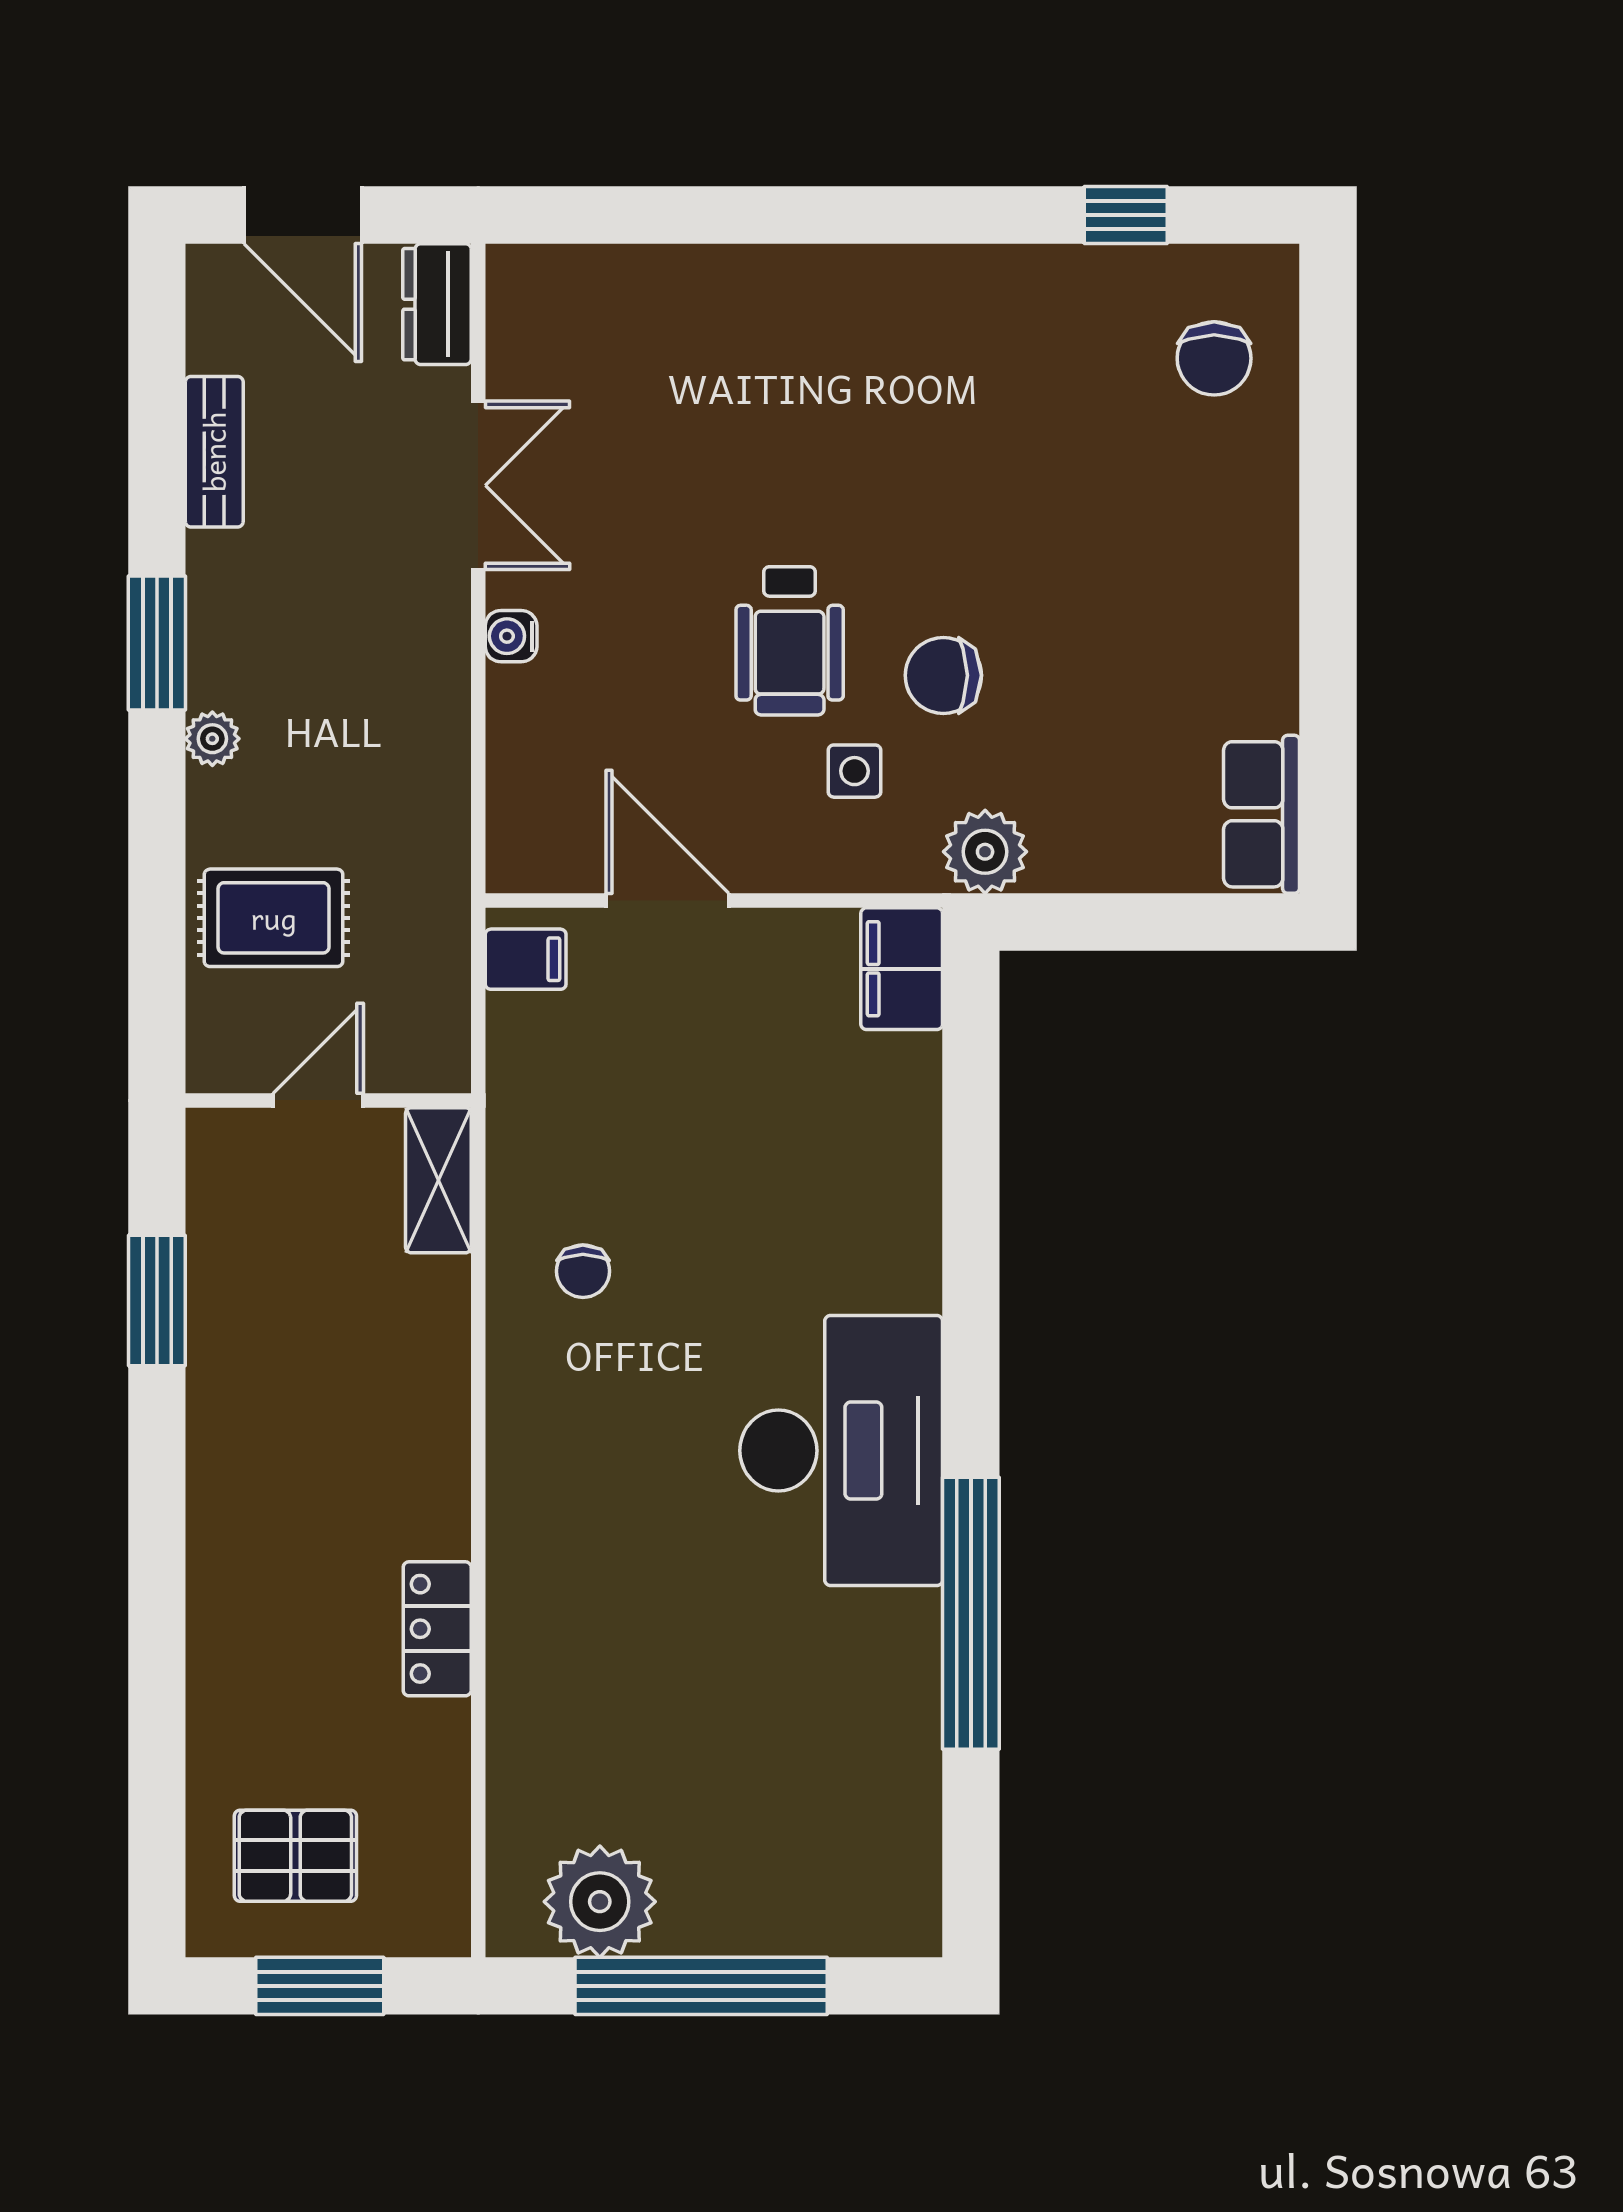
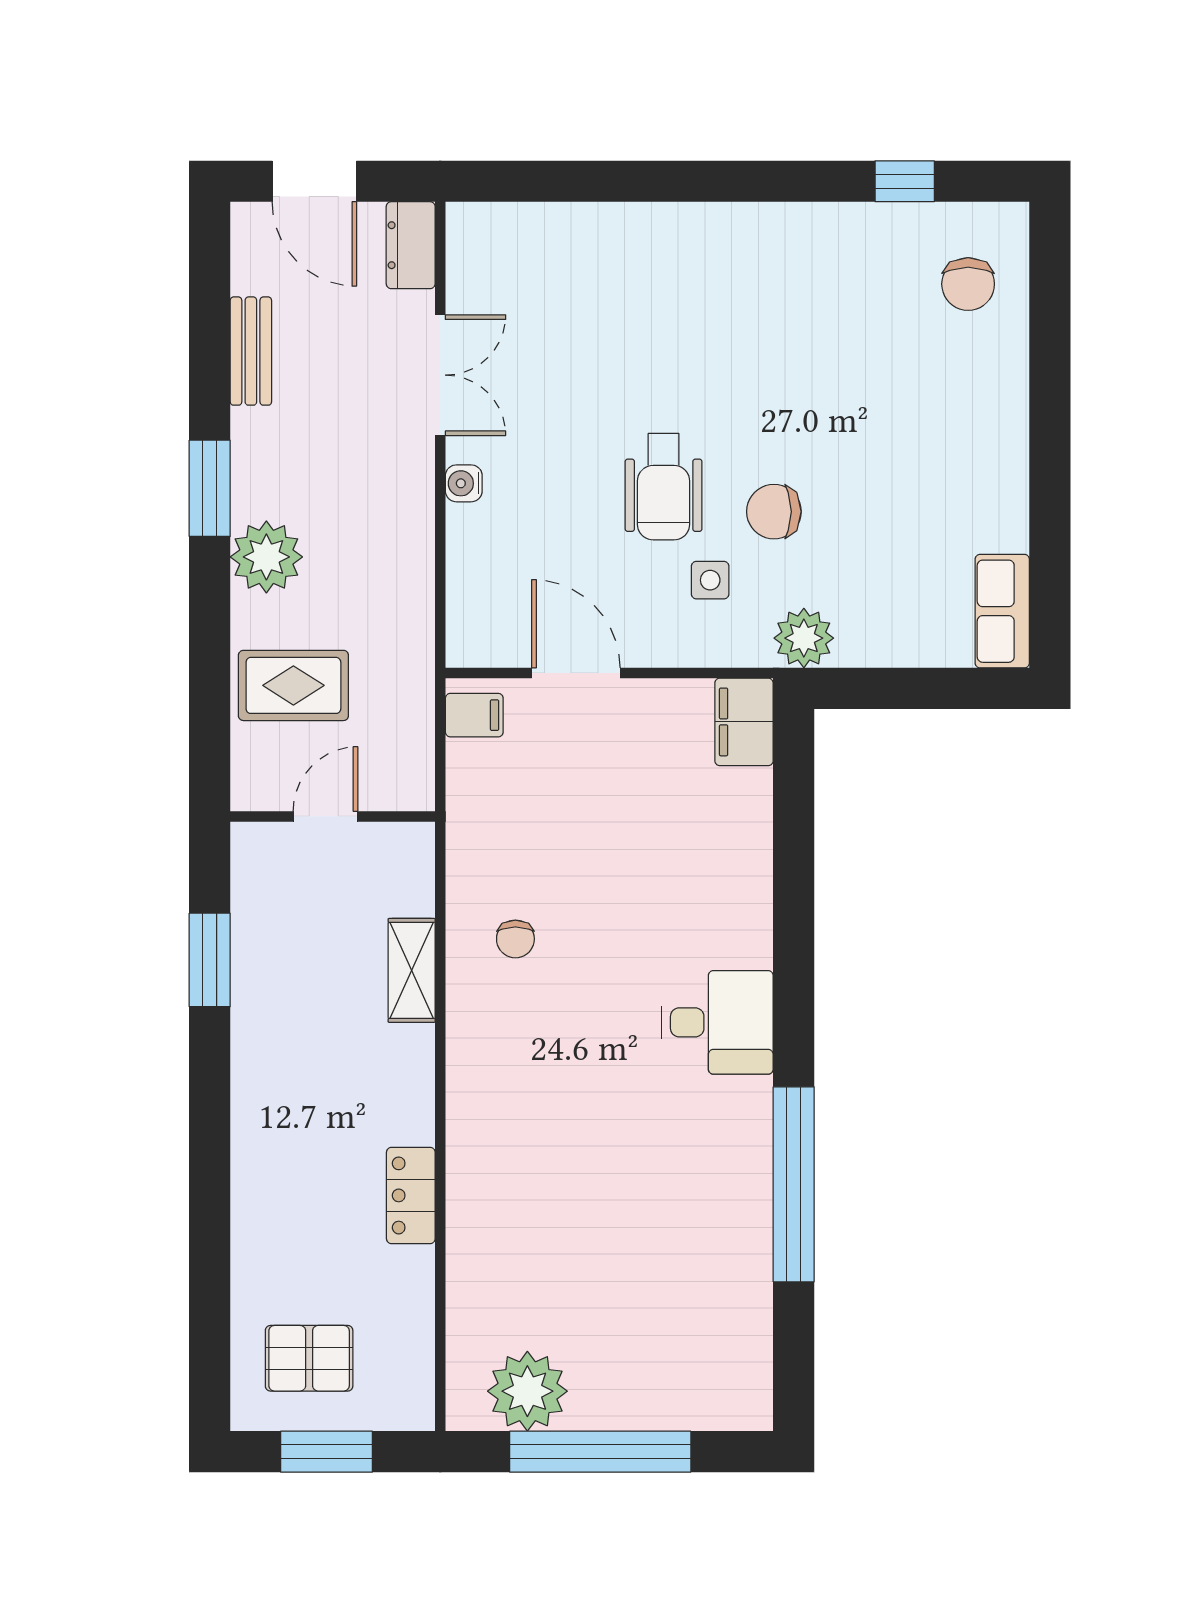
plant: (212, 739) -> (266, 557), width x1.88, depth x1.88
shelving: (438, 1180) -> (412, 970), moved
desk: (841, 1451) -> (717, 1022), width x0.53, depth x0.77

